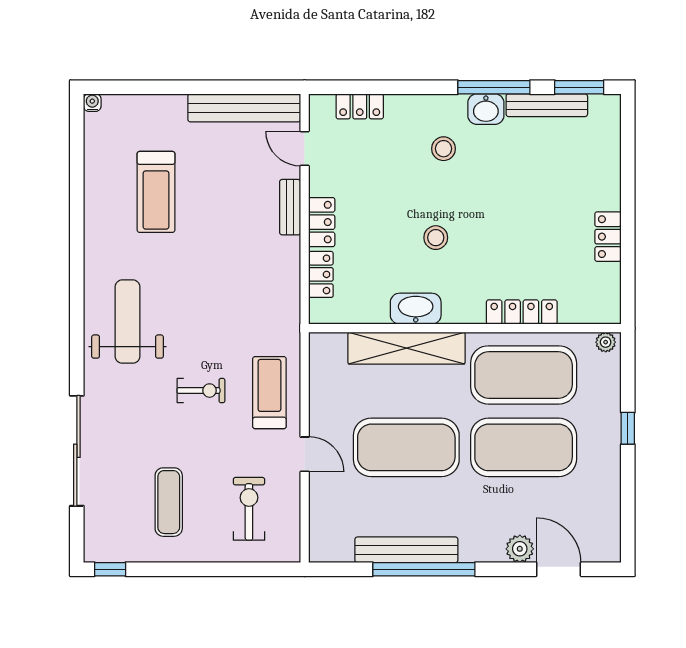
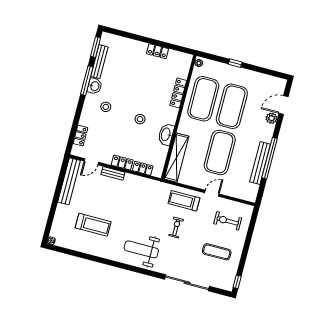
shelving: (407, 348) -> (177, 158), moved

